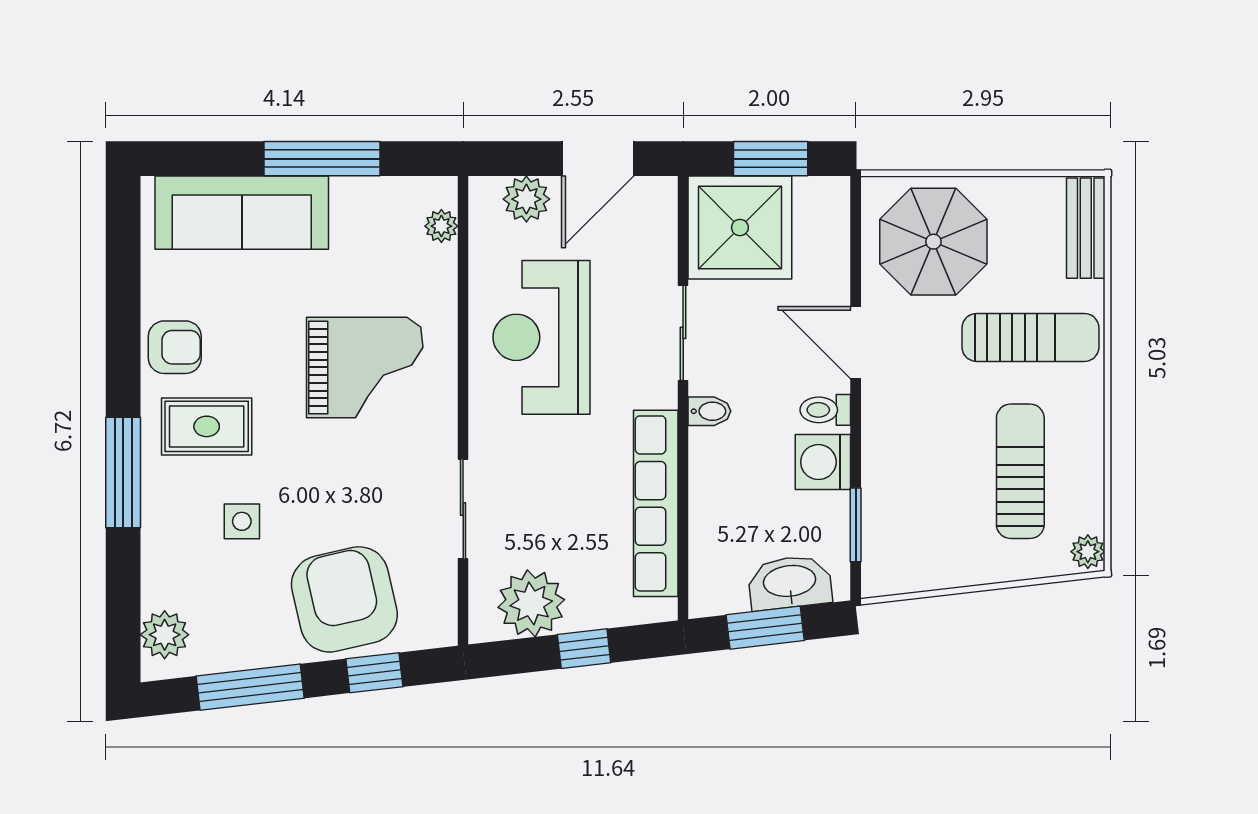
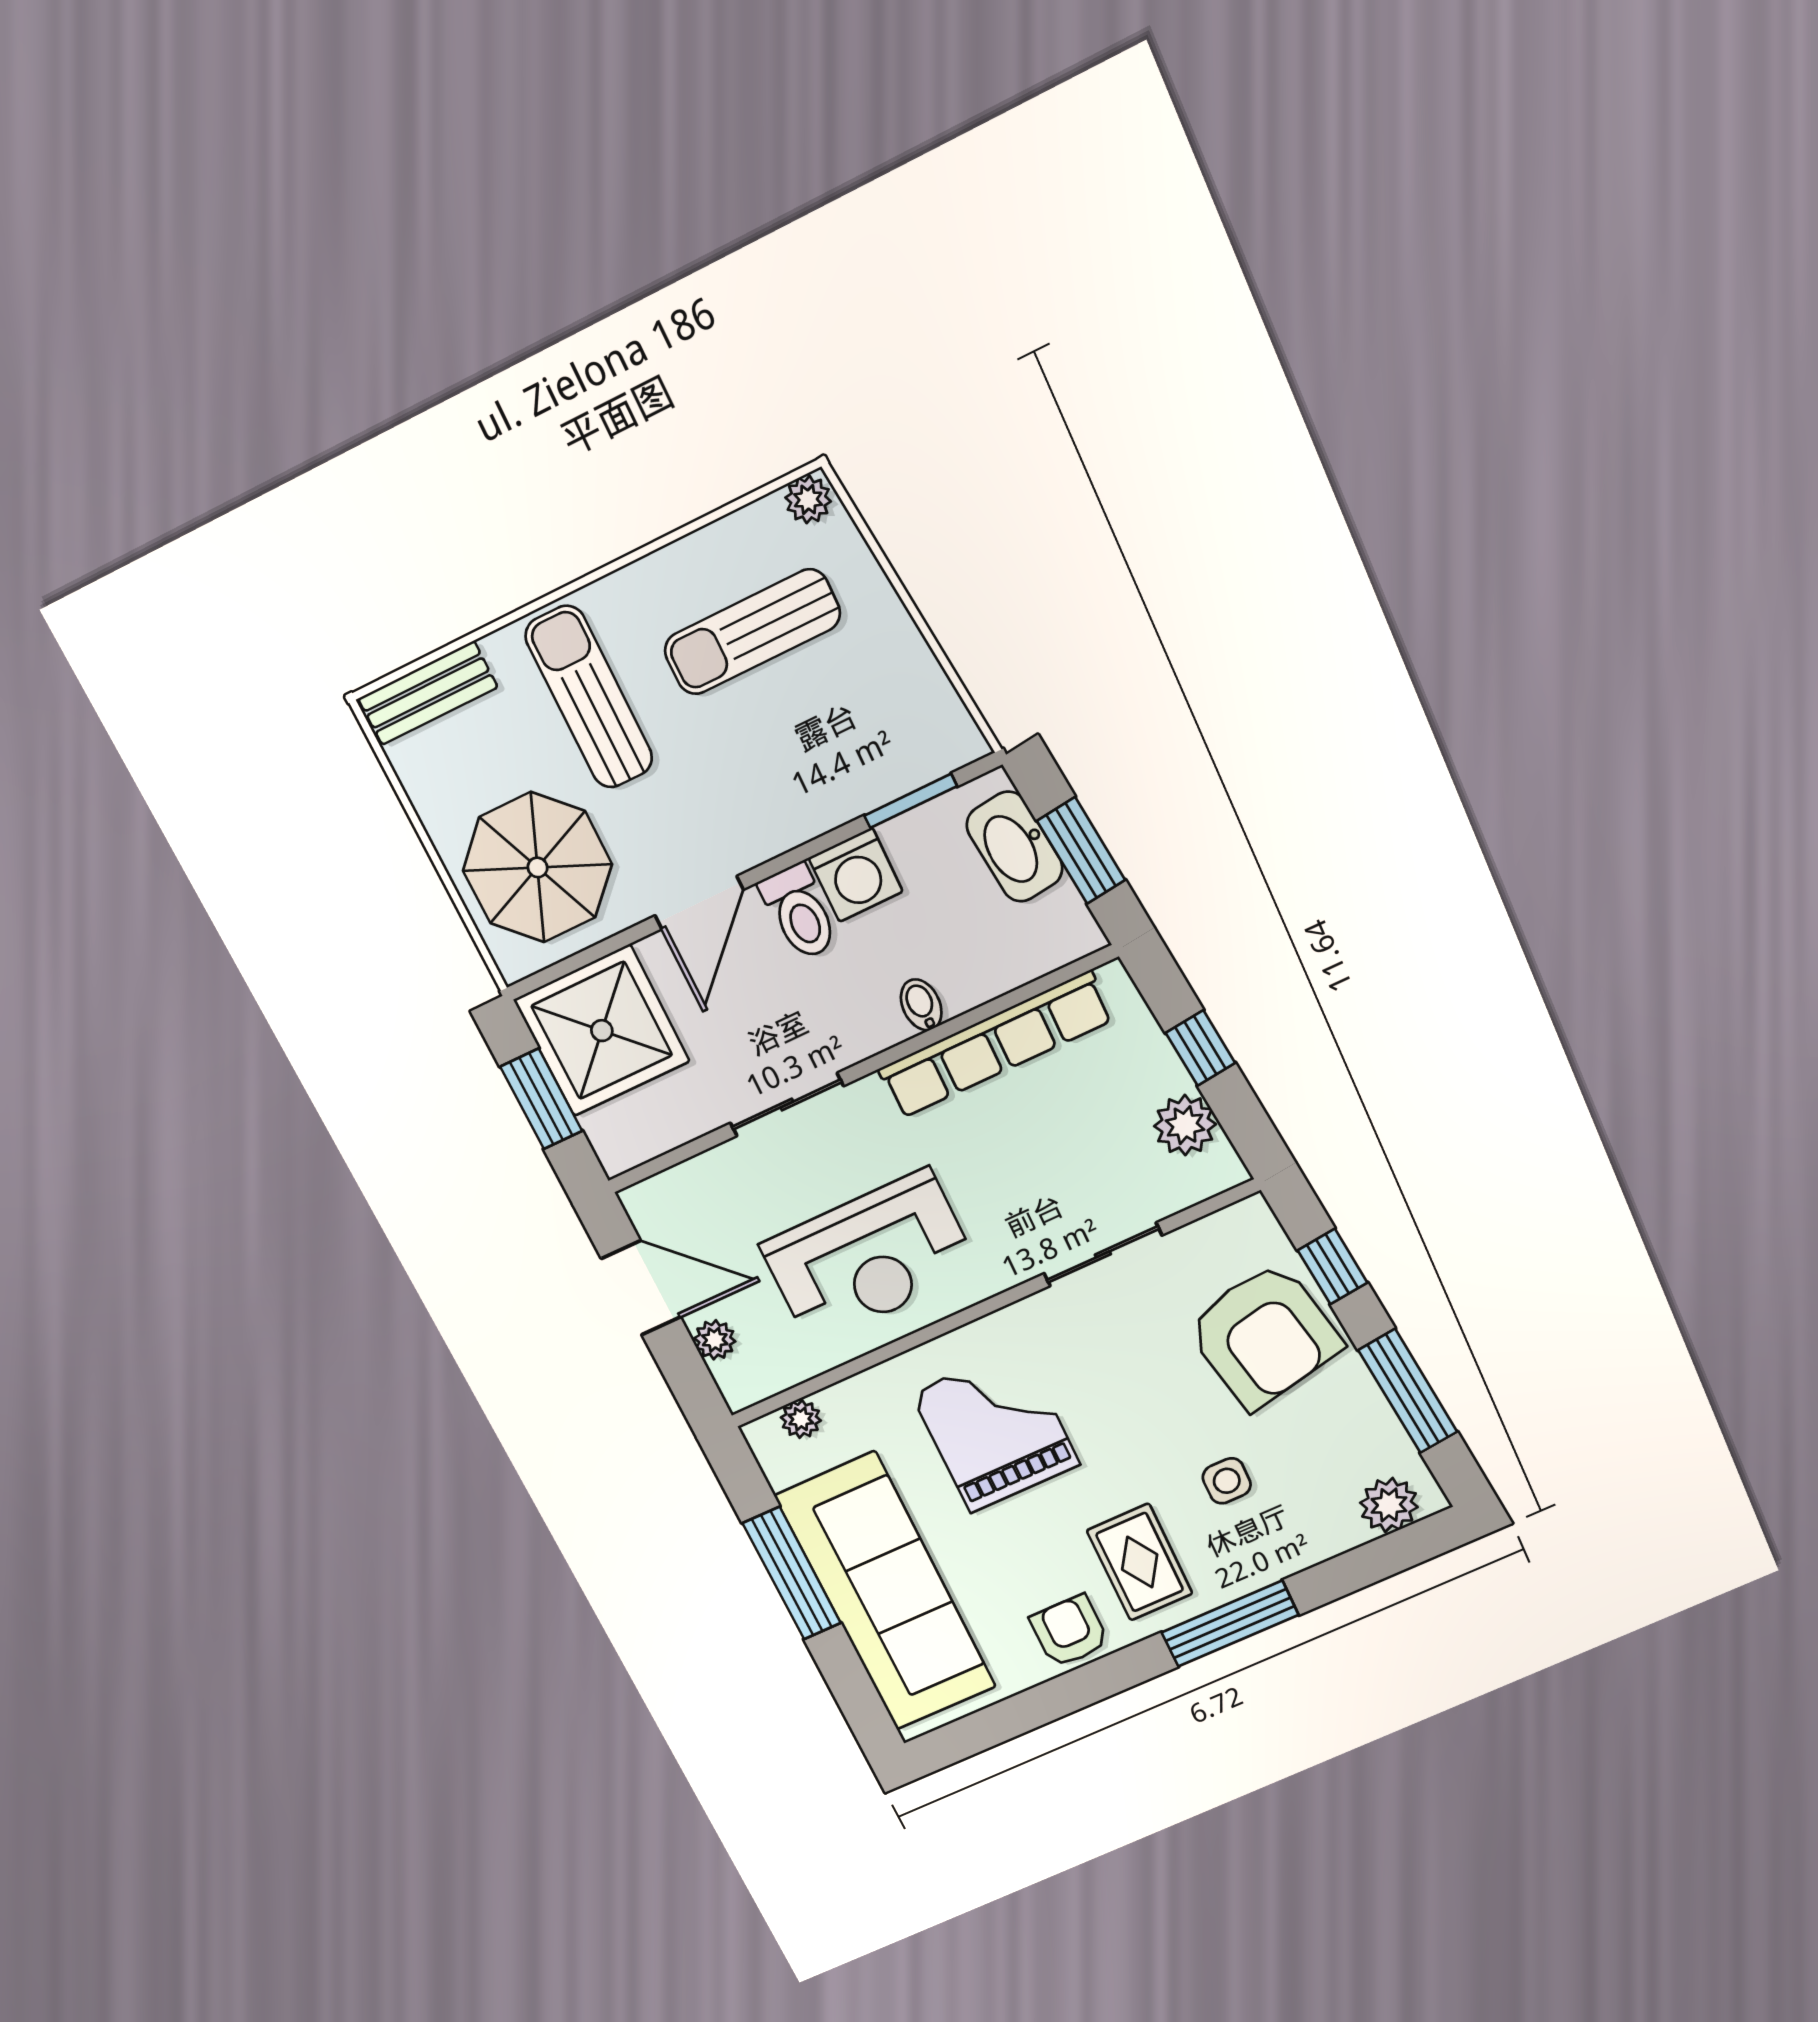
plant: (526, 199) -> (715, 1340), width x0.73, depth x0.73
sofa: (242, 213) -> (886, 1592), width x1.36, depth x1.27
shower: (740, 228) -> (602, 1031), moved
toilet: (825, 410) -> (800, 912), width x1.37, depth x1.39
bidet: (709, 411) -> (921, 1005), moved
armchair: (344, 599) -> (1264, 1336), turned -89
plant: (531, 603) -> (1185, 1125), width x0.73, depth x0.73

